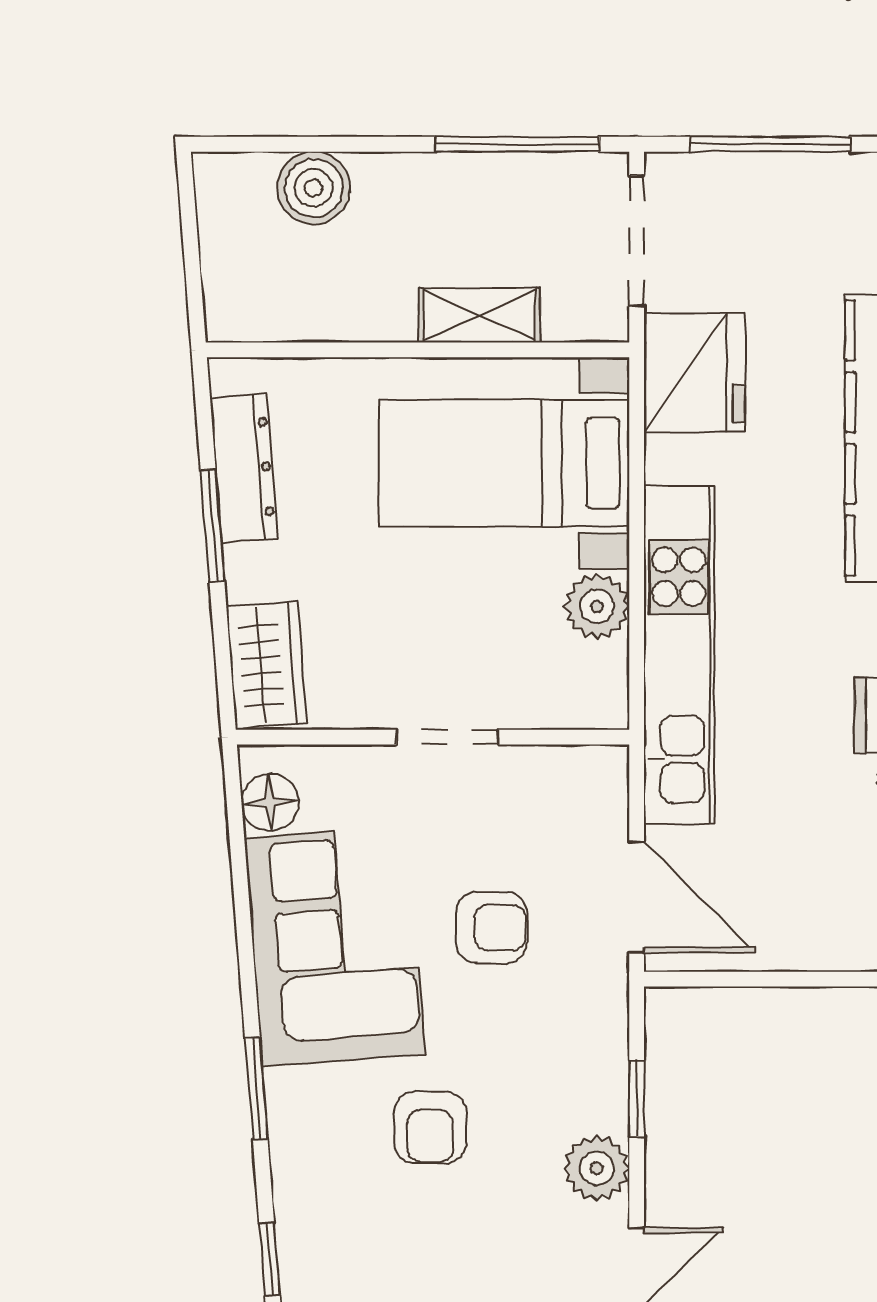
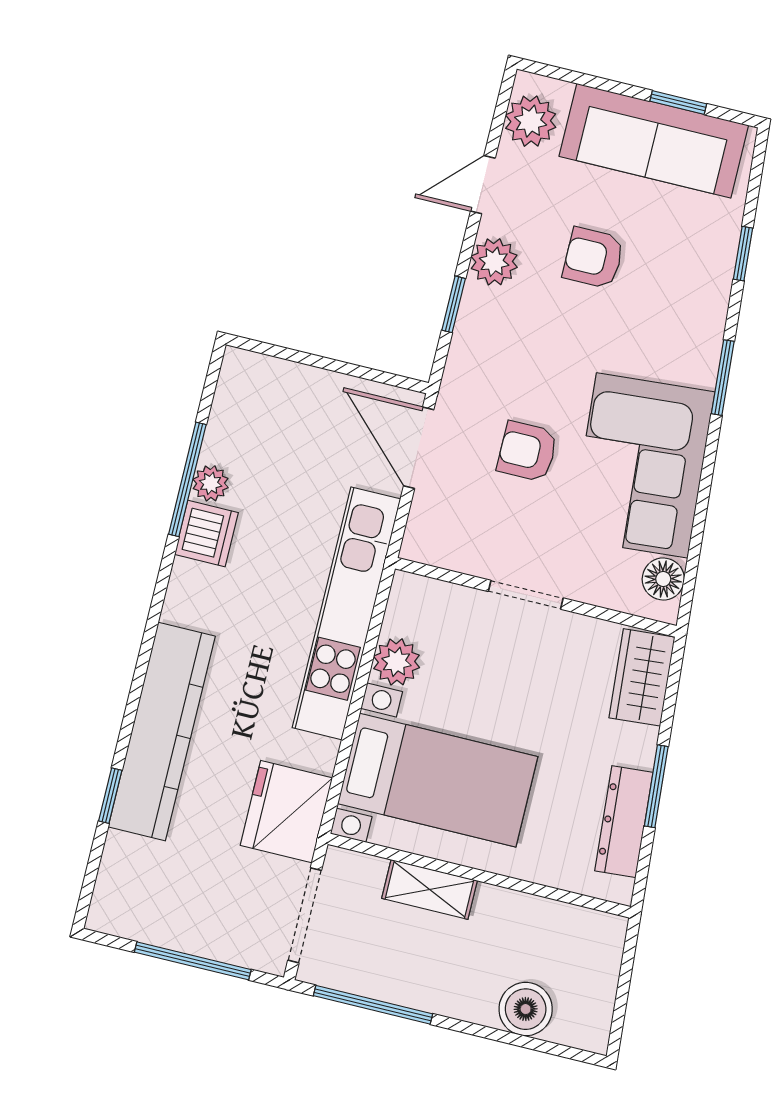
armchair: (430, 1127) -> (593, 258), moved, turned -90

